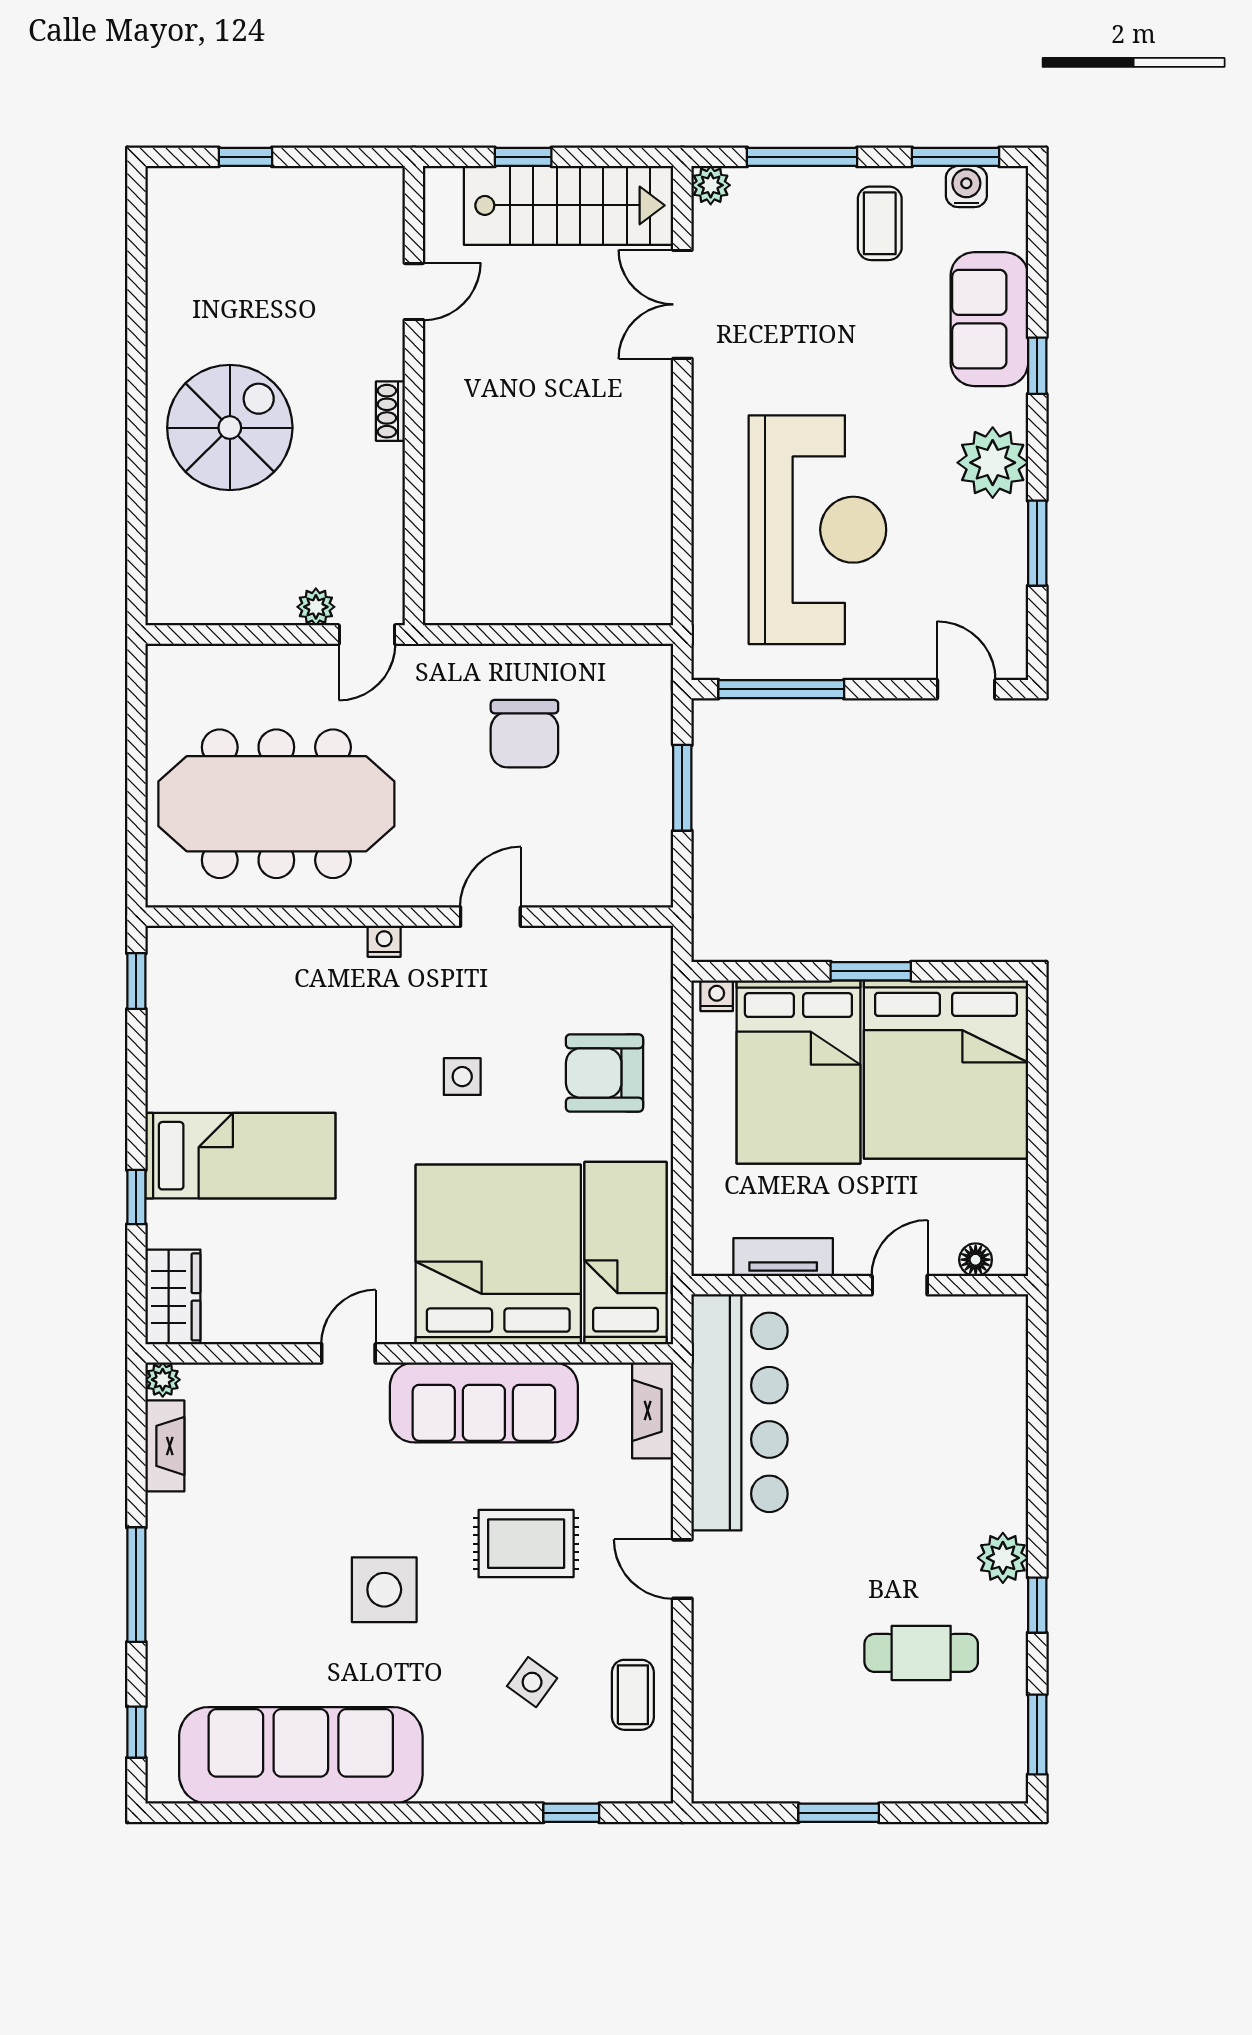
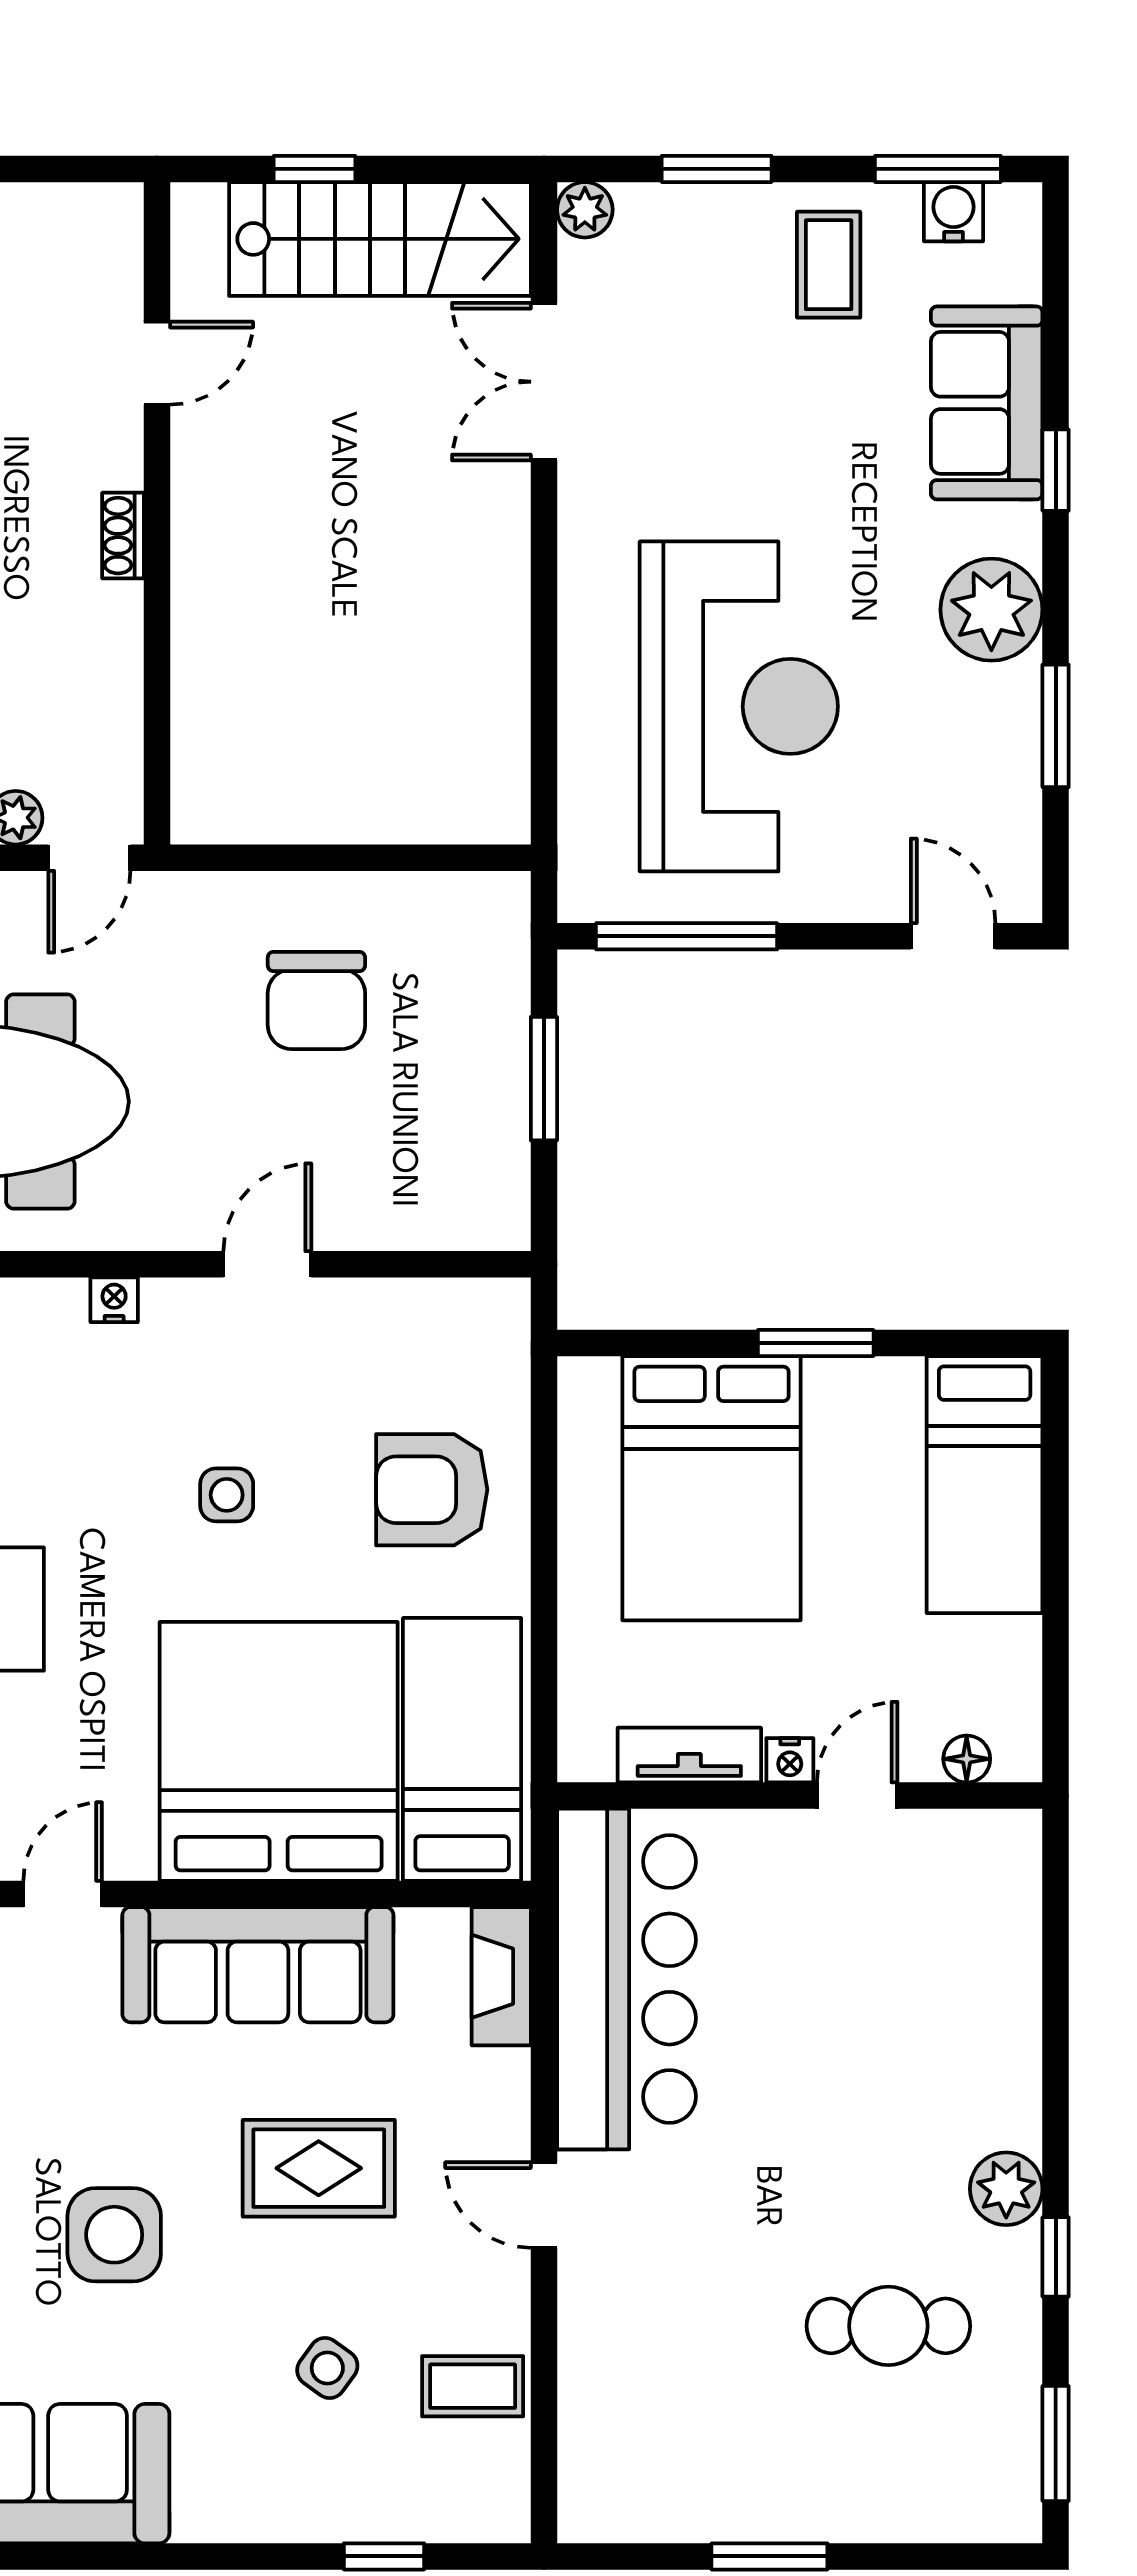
window: (802, 157) -> (717, 169), width x0.69
nightstand: (717, 996) -> (790, 1760), moved, turned 180
bed: (946, 1069) -> (985, 1485), width x0.49
coffee table: (633, 1695) -> (473, 2386), turned 90

